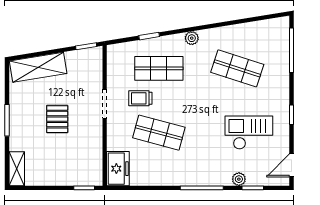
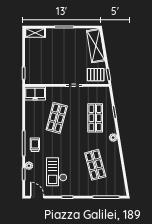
shop shelf: (237, 68) -> (95, 165), turned -33
trolley: (140, 98) -> (35, 145), moved
pallet: (57, 119) -> (96, 75), moved
checkout: (249, 133) -> (57, 172), turned 180

